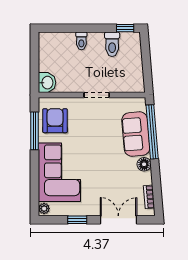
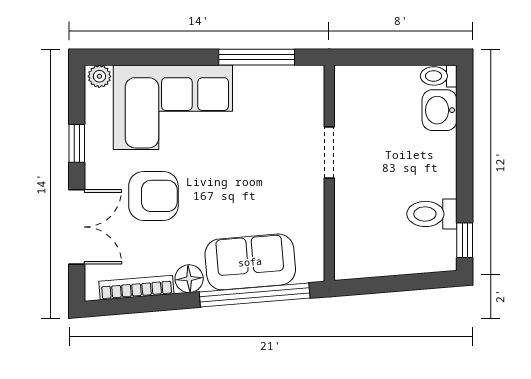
toilet: (81, 41) -> (439, 76), moved
washbasin: (47, 83) -> (440, 110), moved, turned 90
doorway: (97, 95) -> (329, 152), moved
armchair: (55, 121) -> (153, 196), moved
bookcase: (149, 197) -> (136, 288), width x1.56

